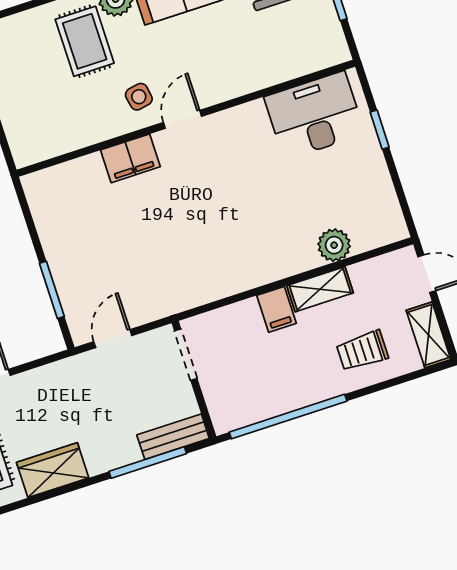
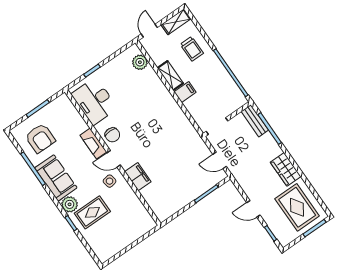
fireplace: (227, 87) -> (93, 144), added
chair: (233, 132) -> (112, 135), added
plant: (334, 245) -> (140, 62), moved

